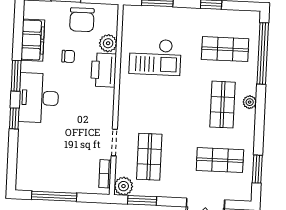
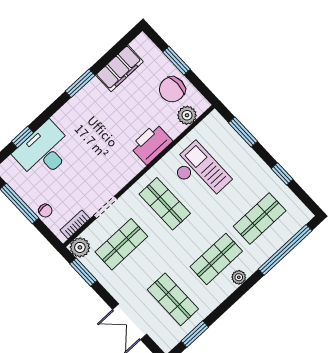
plant: (108, 43) -> (187, 115), moved
shop shelf: (225, 49) -> (260, 219), turned 90
chair: (68, 56) -> (45, 211), moved
checkout: (155, 57) -> (200, 172), turned 180
desk: (39, 98) -> (44, 151), moved
shop shelf: (152, 101) -> (165, 204), added
window: (14, 118) -> (22, 137), moved

